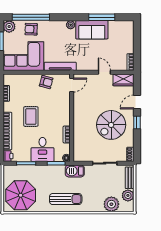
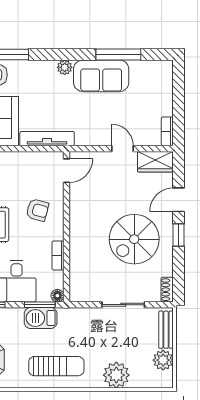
armchair: (46, 82) -> (37, 210), moved
barbecue: (75, 171) -> (41, 318), moved
plant: (111, 204) -> (116, 375), moved

